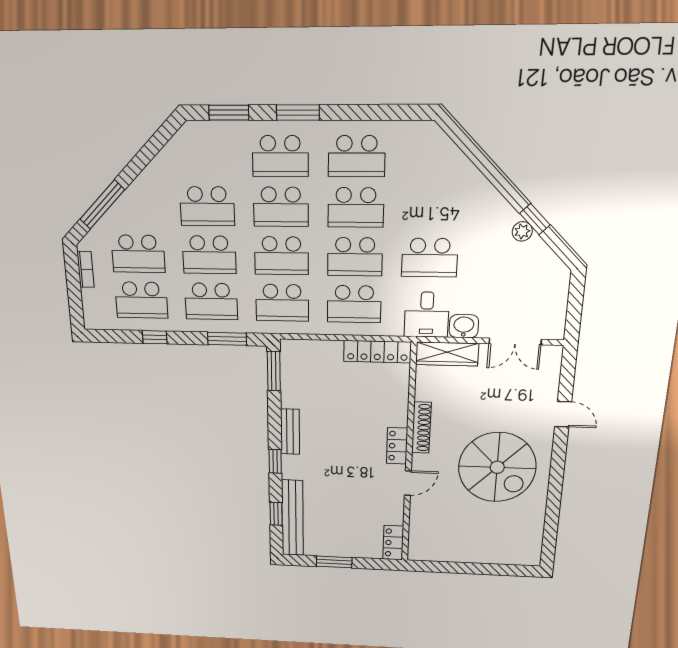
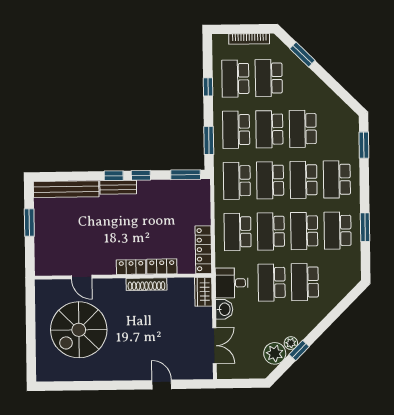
window: (298, 112) -> (365, 227), moved
window: (102, 205) -> (302, 55), width x0.69
school desk: (432, 208) -> (305, 282), added
plant: (535, 256) -> (275, 353), added
bookcase: (85, 269) -> (249, 39), width x1.56
double door: (515, 342) -> (214, 346), swing flipped
wardrobe: (447, 354) -> (203, 292), width x0.67
door: (563, 414) -> (162, 385), swing flipped
bench: (290, 432) -> (118, 187), moved
spiral stairs: (497, 467) -> (79, 330), moved
door: (408, 483) -> (82, 277), moved
window: (276, 514) -> (141, 175), moved
locker: (393, 543) -> (162, 266), moved

